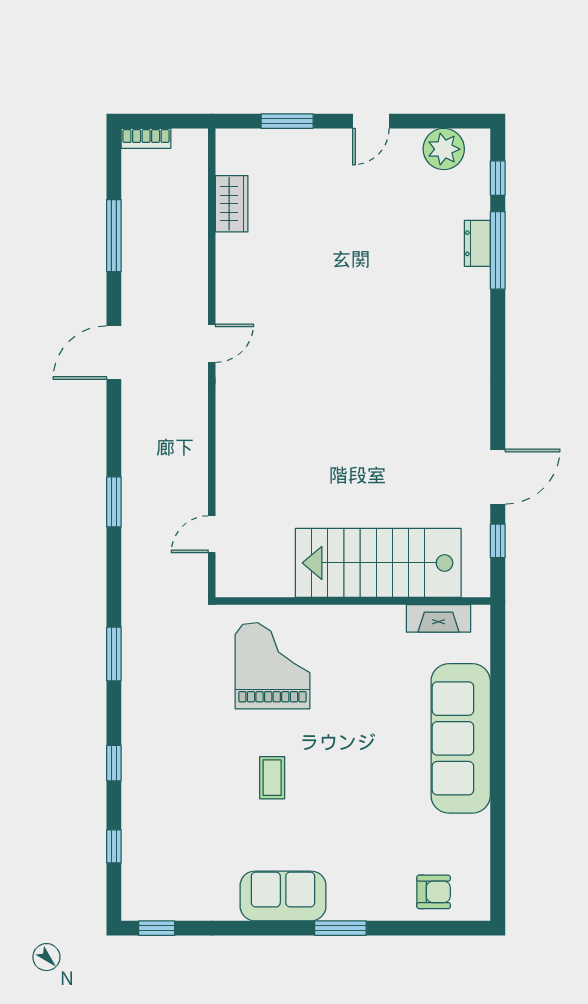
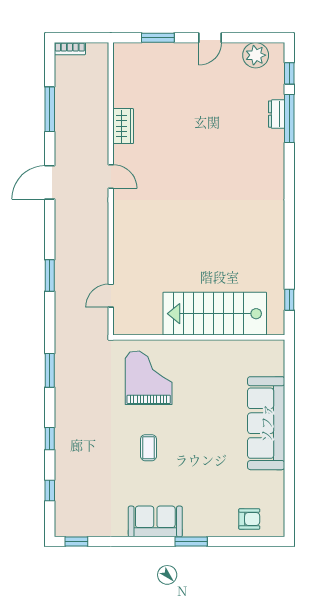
wardrobe: (232, 204) -> (123, 126), moved
door: (212, 343) -> (111, 176), hinge flipped
door: (498, 477) -> (289, 260), removed
fireplace: (438, 618) -> (252, 348), removed

